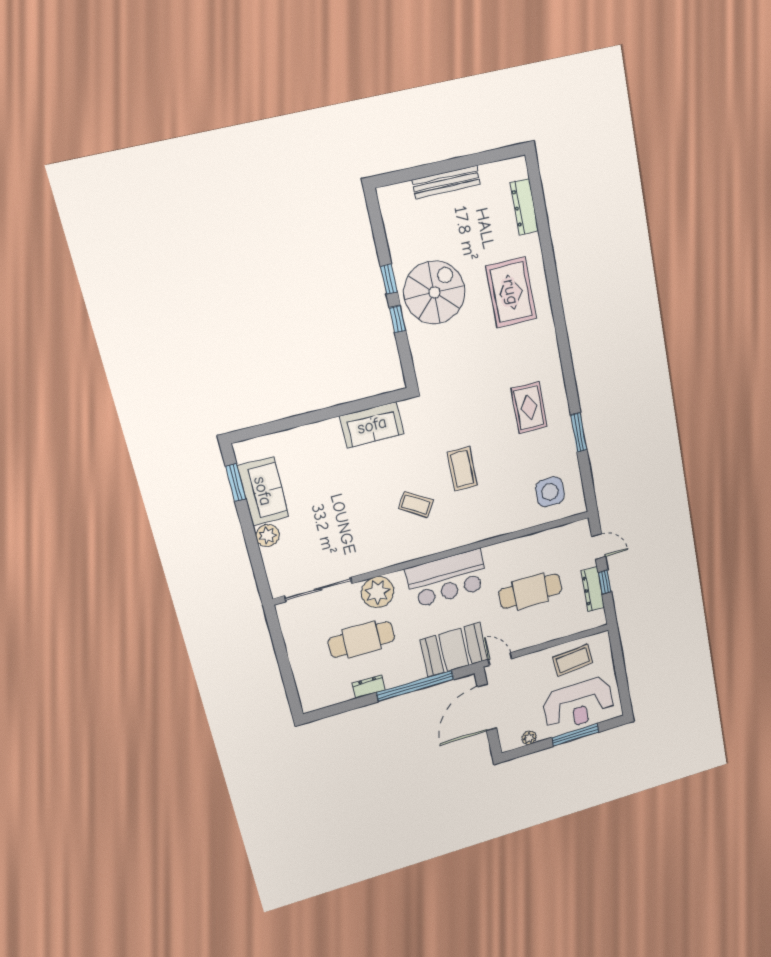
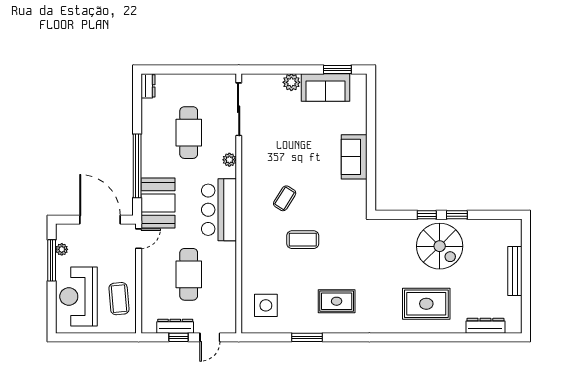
sofa: (372, 425) -> (354, 157), moved
plant: (378, 592) -> (229, 160), width x0.53, depth x0.53
dresser: (369, 687) -> (148, 86), moved
window: (575, 735) -> (52, 260), moved

